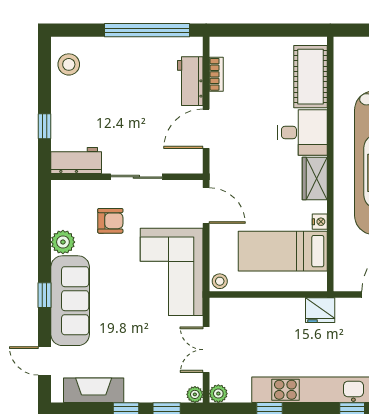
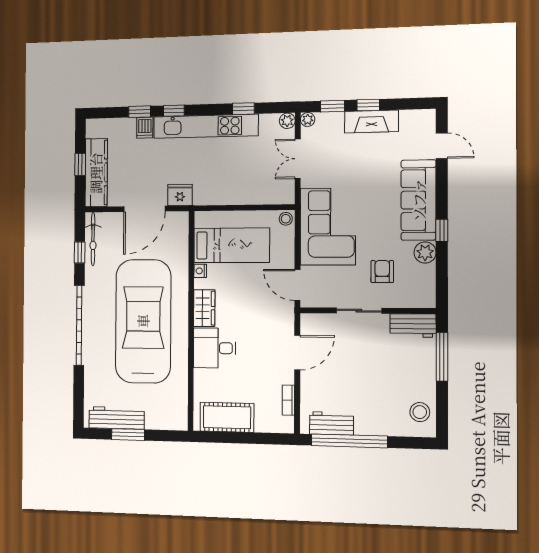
cot: (310, 77) -> (227, 417), moved, turned 90
workbench: (190, 81) -> (331, 423), moved, turned -90
window: (45, 126) -> (442, 357), width x2.17
armchair: (110, 221) -> (382, 272), turned 90
window: (45, 295) -> (442, 230), moved
fridge: (320, 310) -> (180, 195), moved
double door: (206, 350) -> (298, 159), swing flipped
fireplace: (94, 390) -> (371, 121), moved

